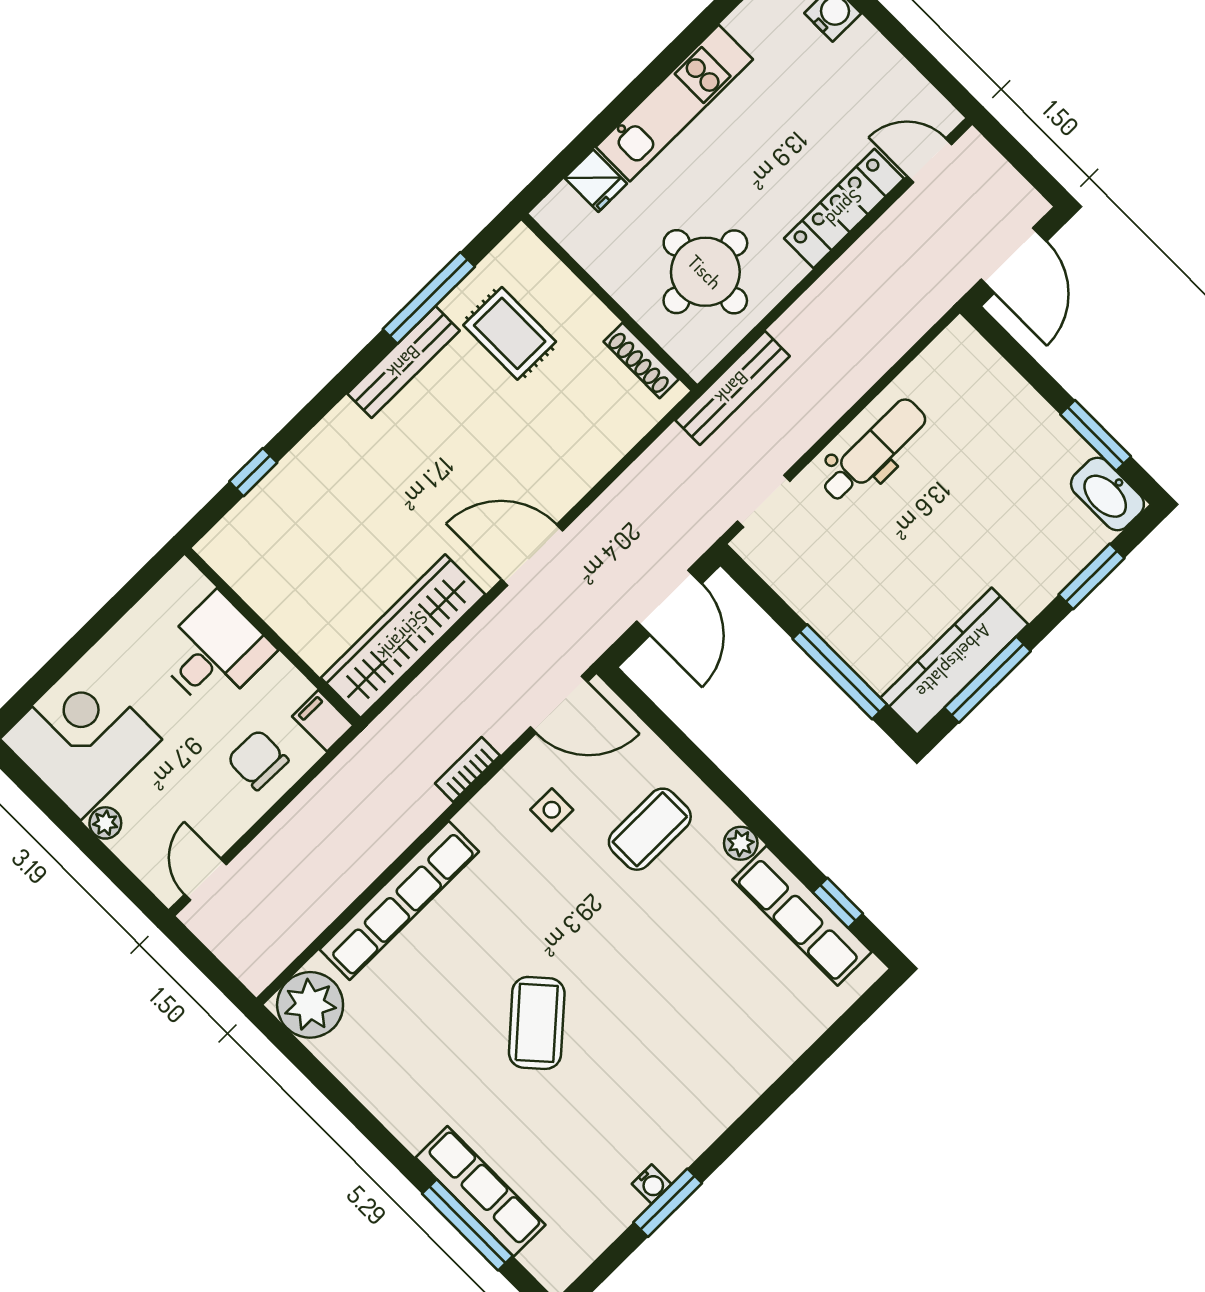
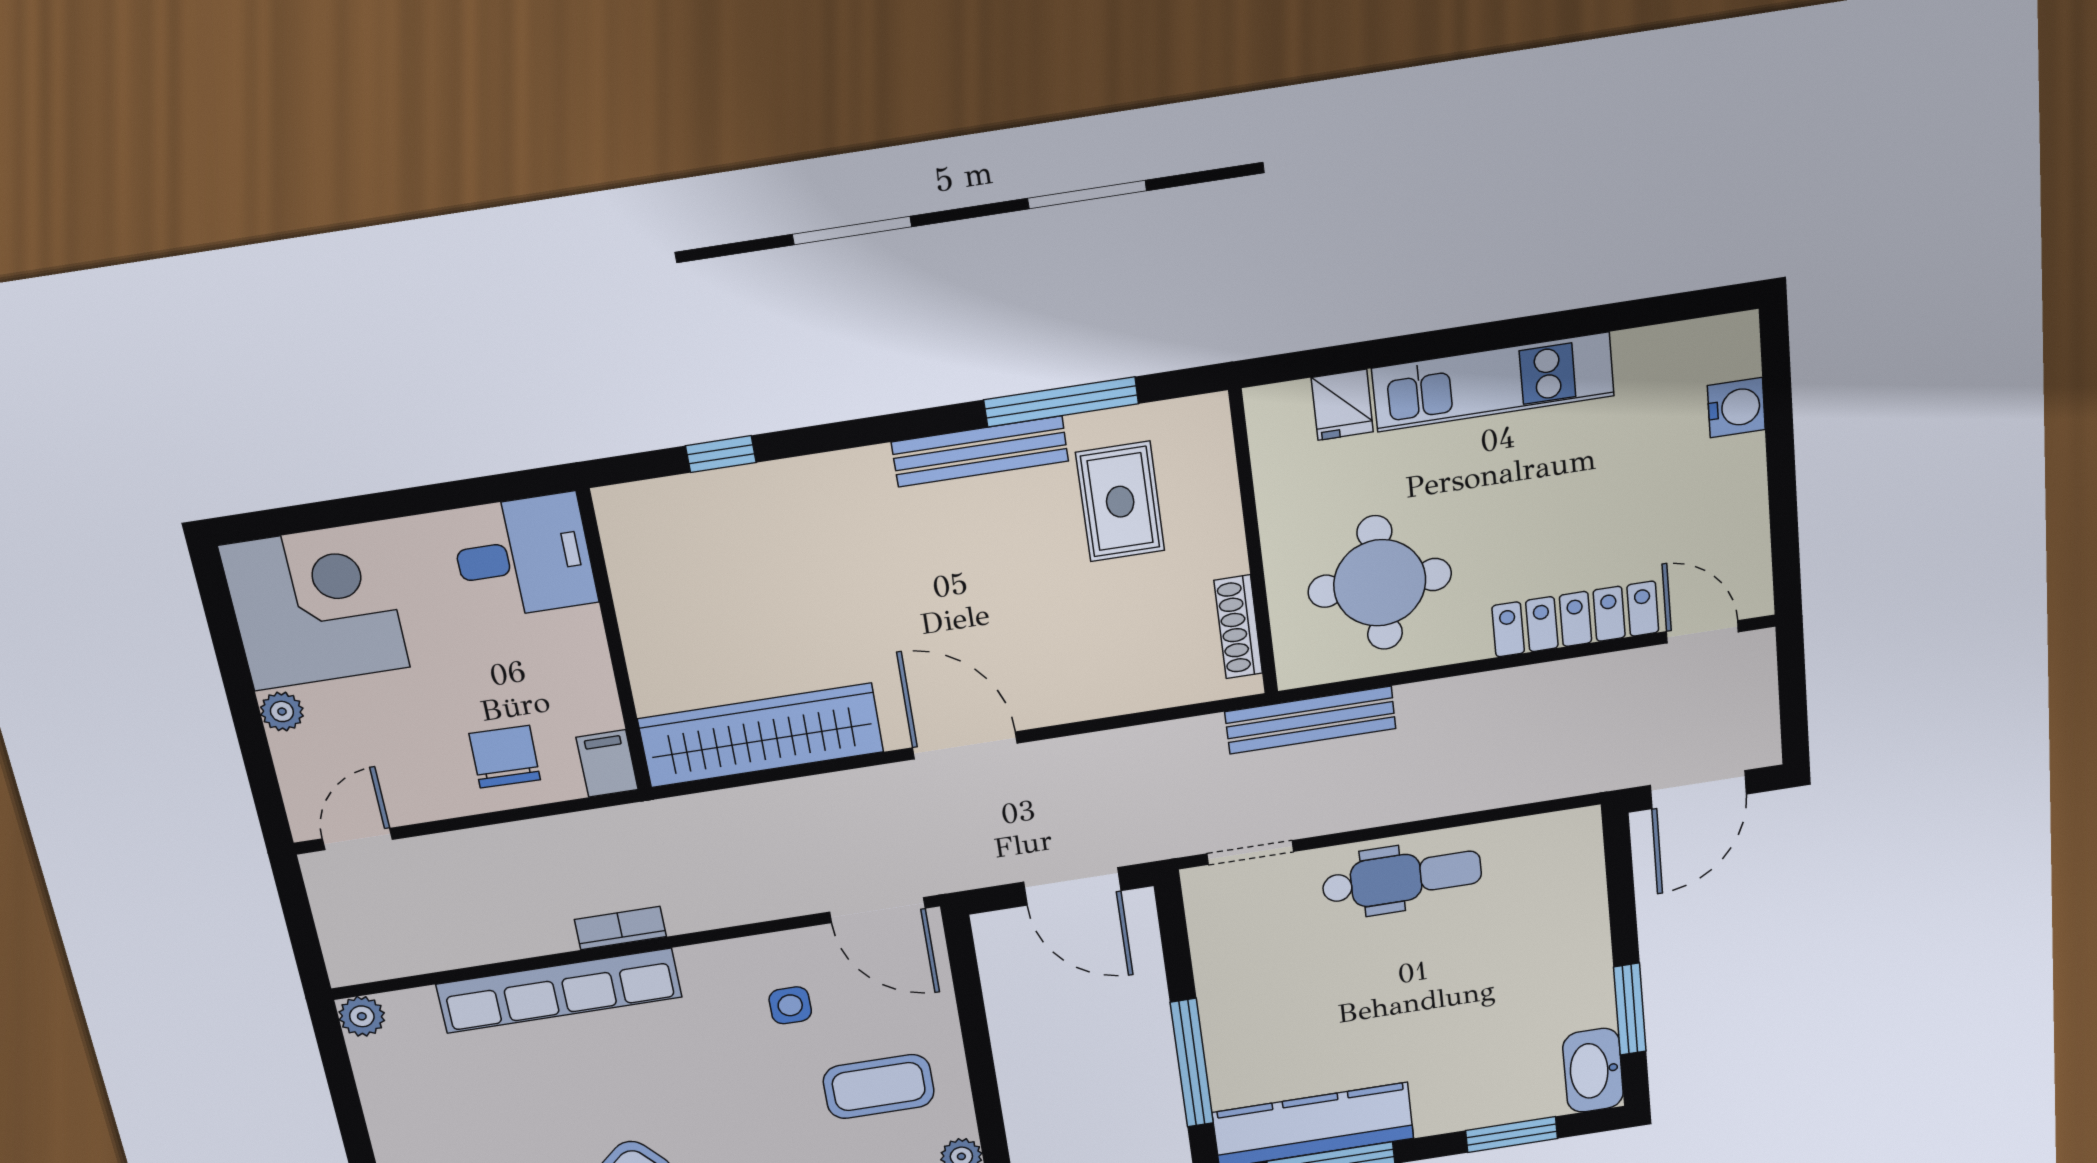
door: (669, 603) -> (1072, 886), hinge flipped
desk: (214, 652) -> (523, 556), moved
bookcase: (468, 770) -> (620, 928), moved
plant: (310, 1005) -> (362, 1016), width x0.53, depth x0.53

